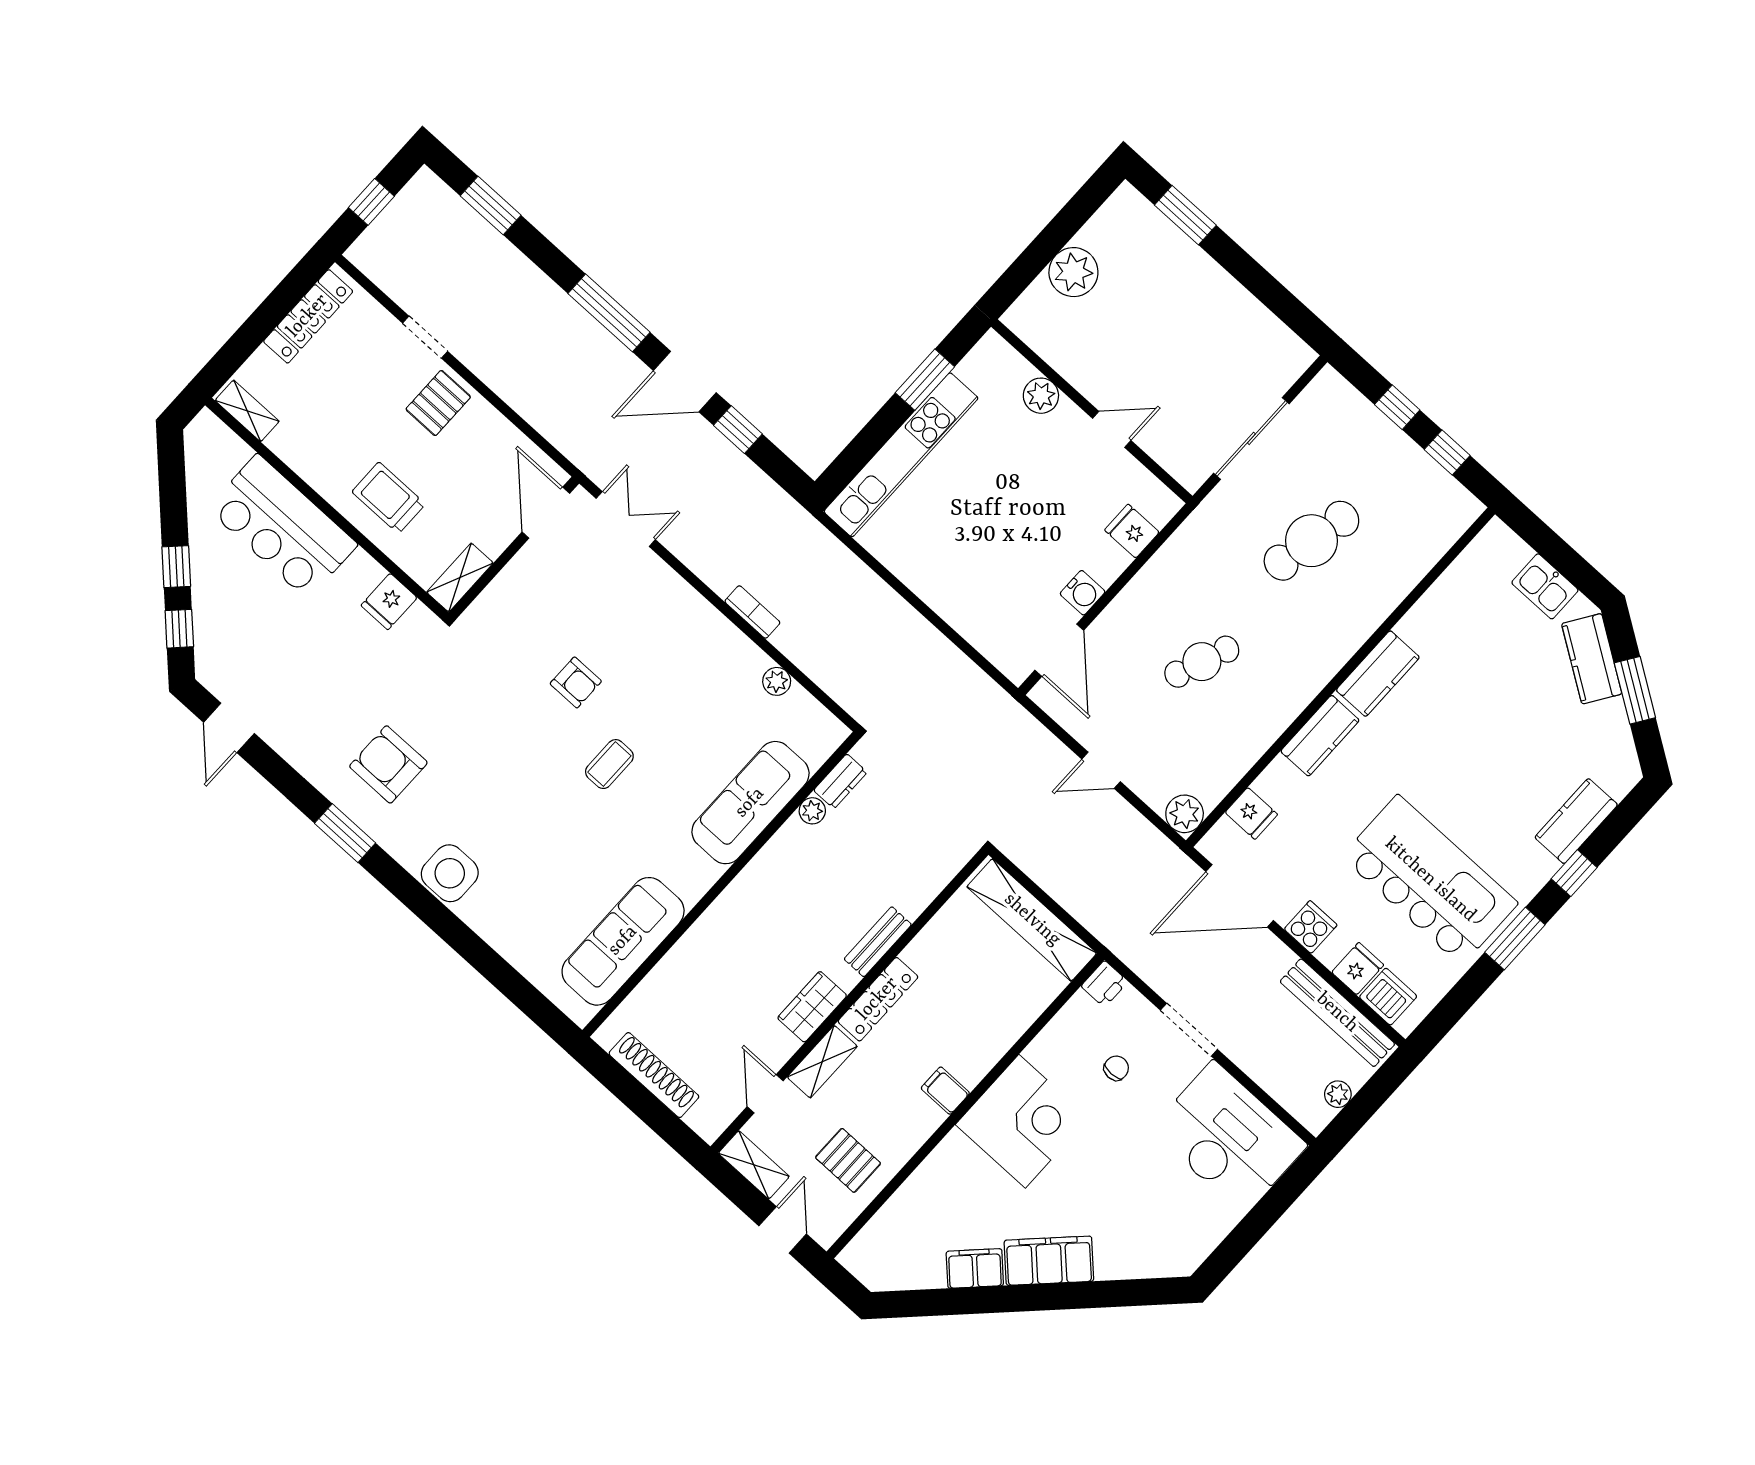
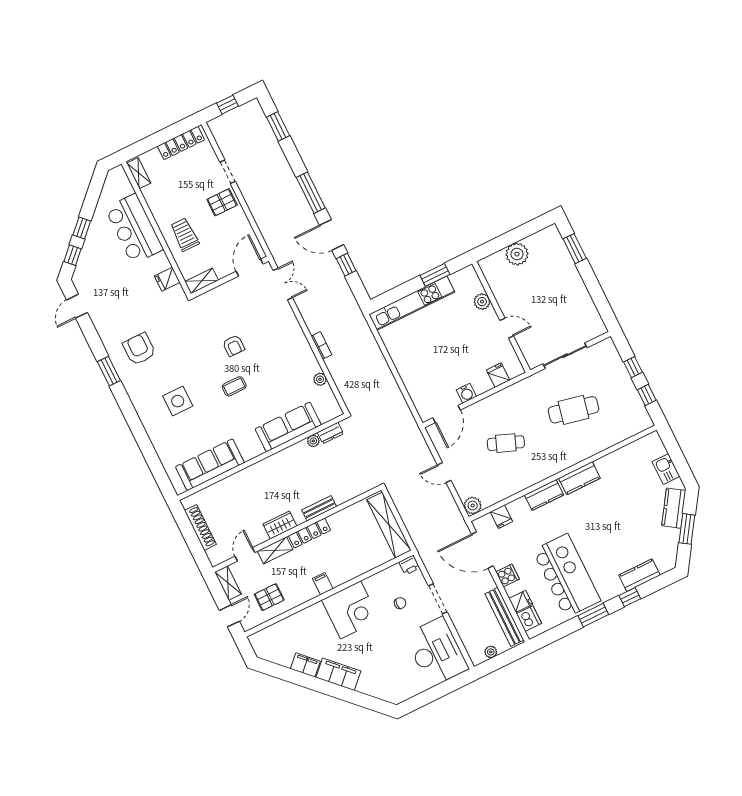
side table: (450, 873) -> (178, 401), moved
pallet: (848, 1160) -> (269, 597), turned 90

